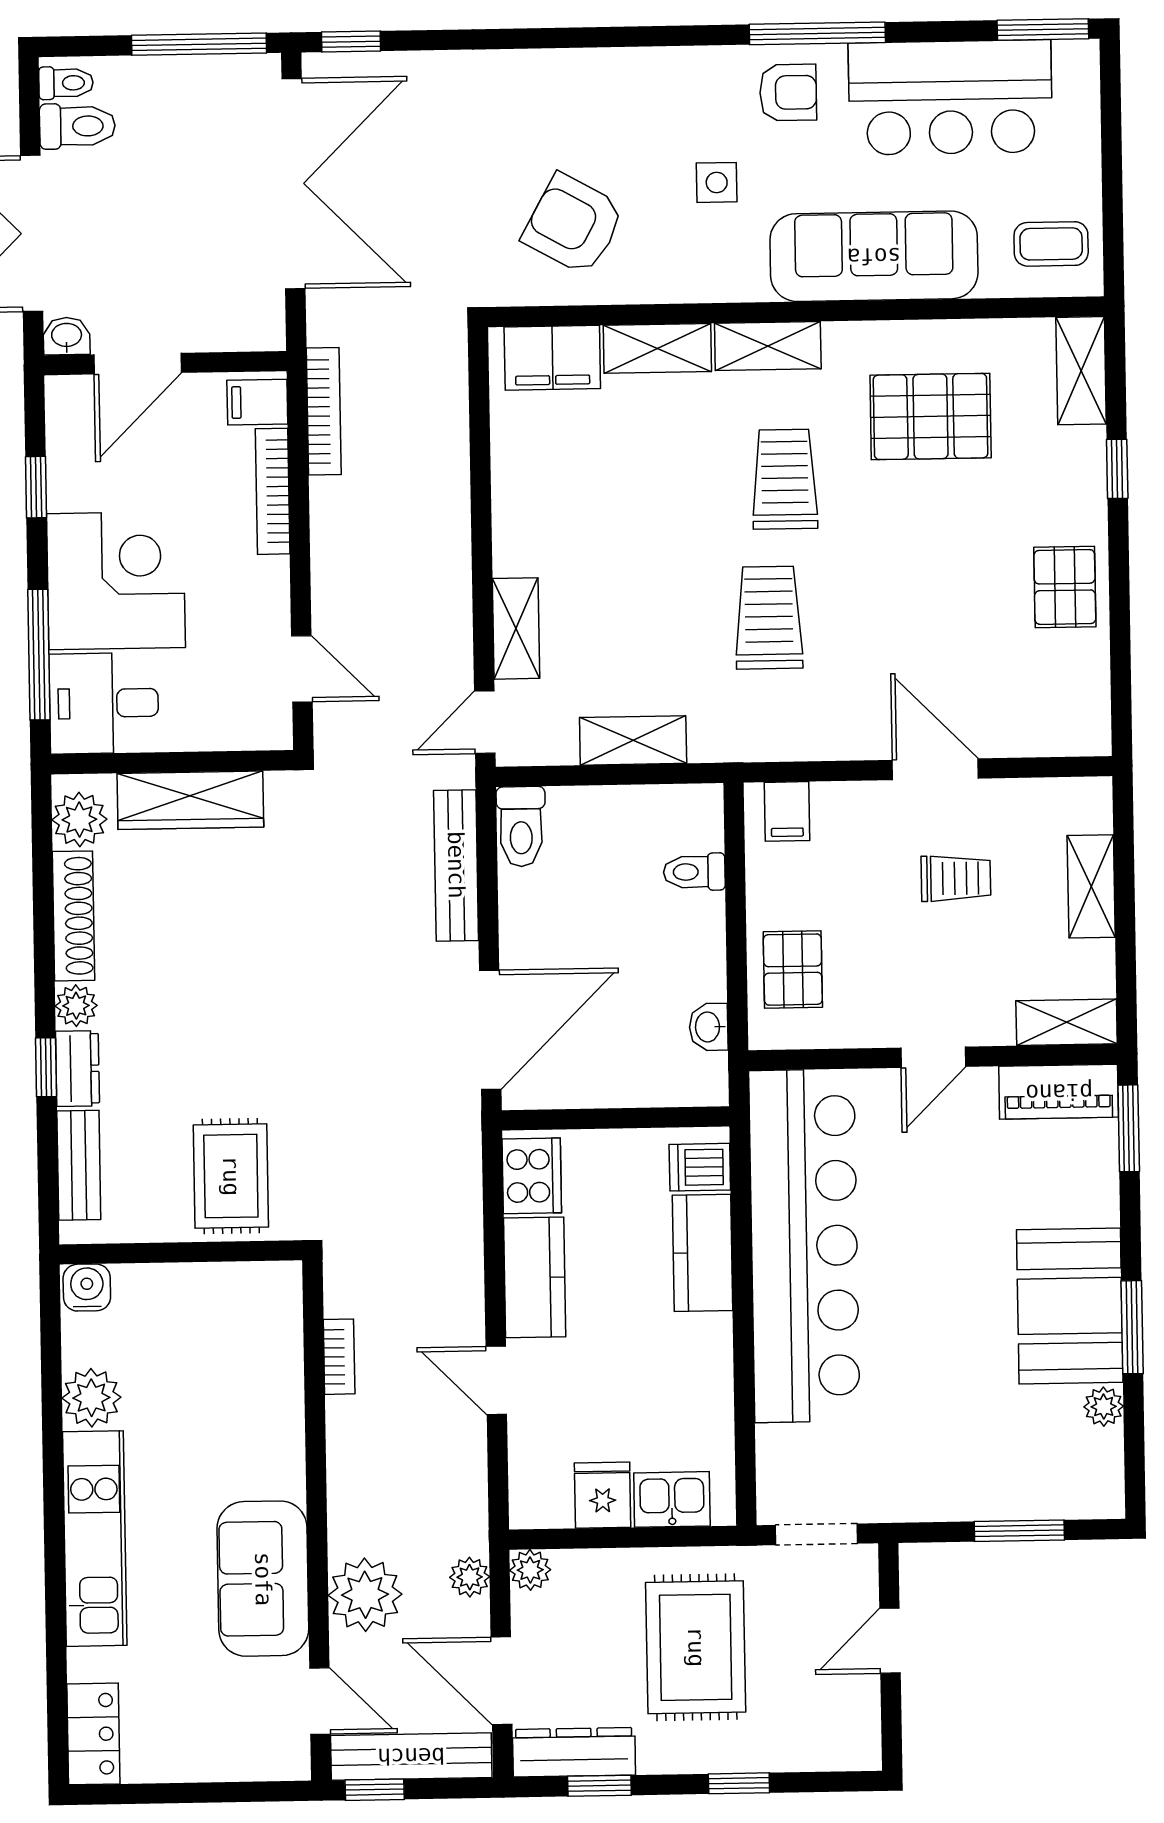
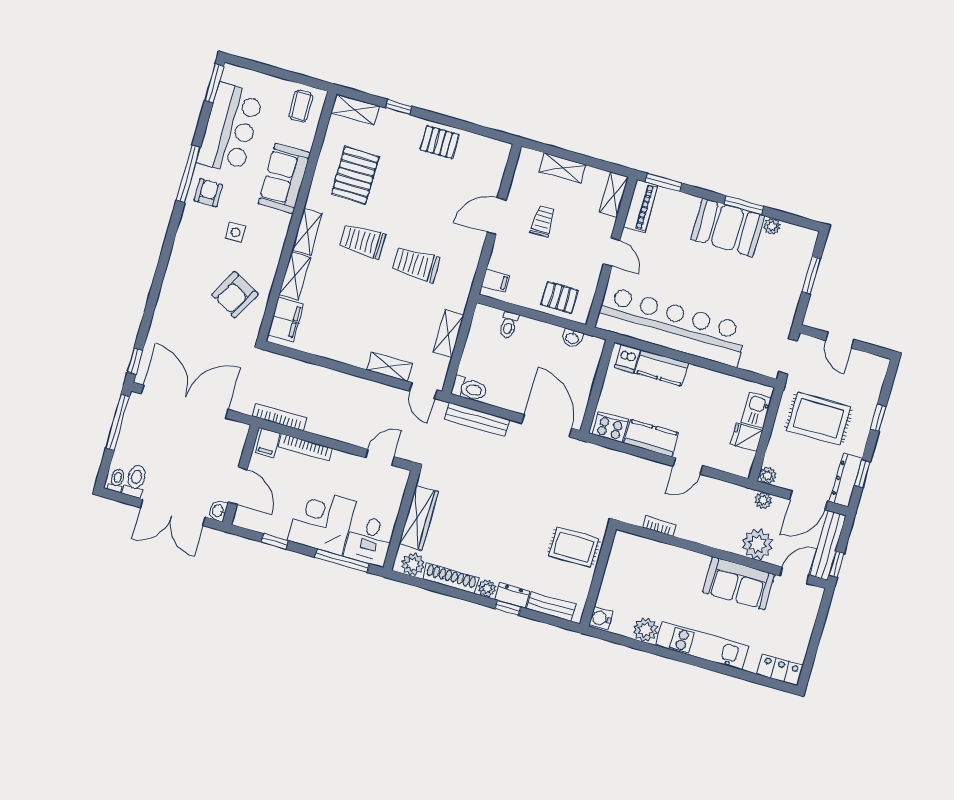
sofa: (874, 256) -> (284, 178), width x0.73

